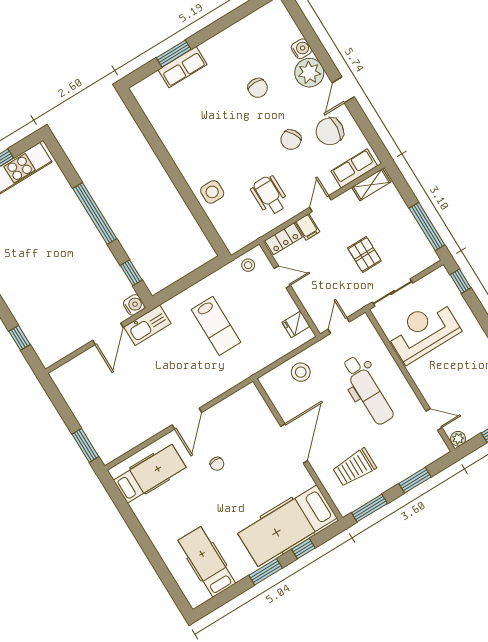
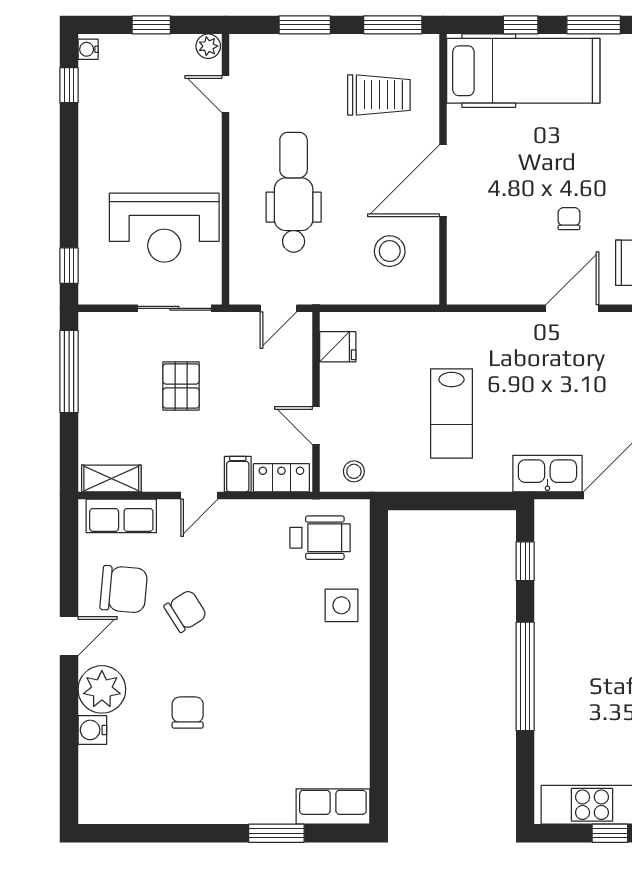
row of seats: (183, 67) -> (333, 807), moved
wheelchair: (269, 195) -> (320, 538), moved, turned -90
water cooler: (134, 305) -> (549, 514), removed
lab bench: (216, 326) -> (452, 413), turned 180
stool: (301, 372) -> (390, 251), moved

